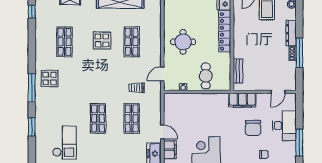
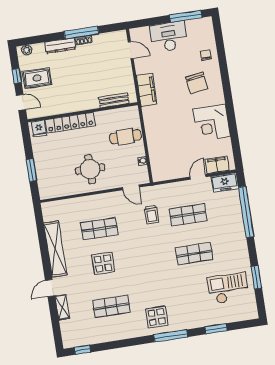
chair: (253, 128) -> (197, 83), moved, turned 83

